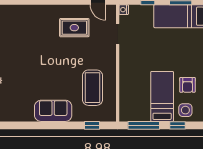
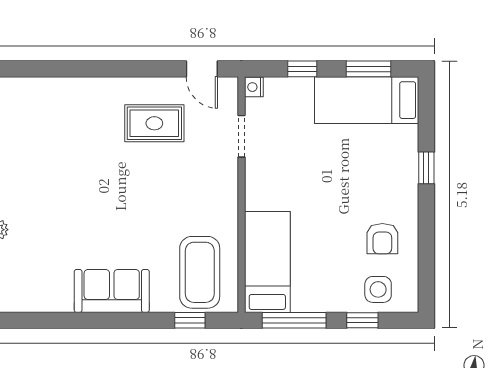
coffee table: (92, 88) -> (200, 272), moved
bed: (162, 96) -> (267, 262), moved

